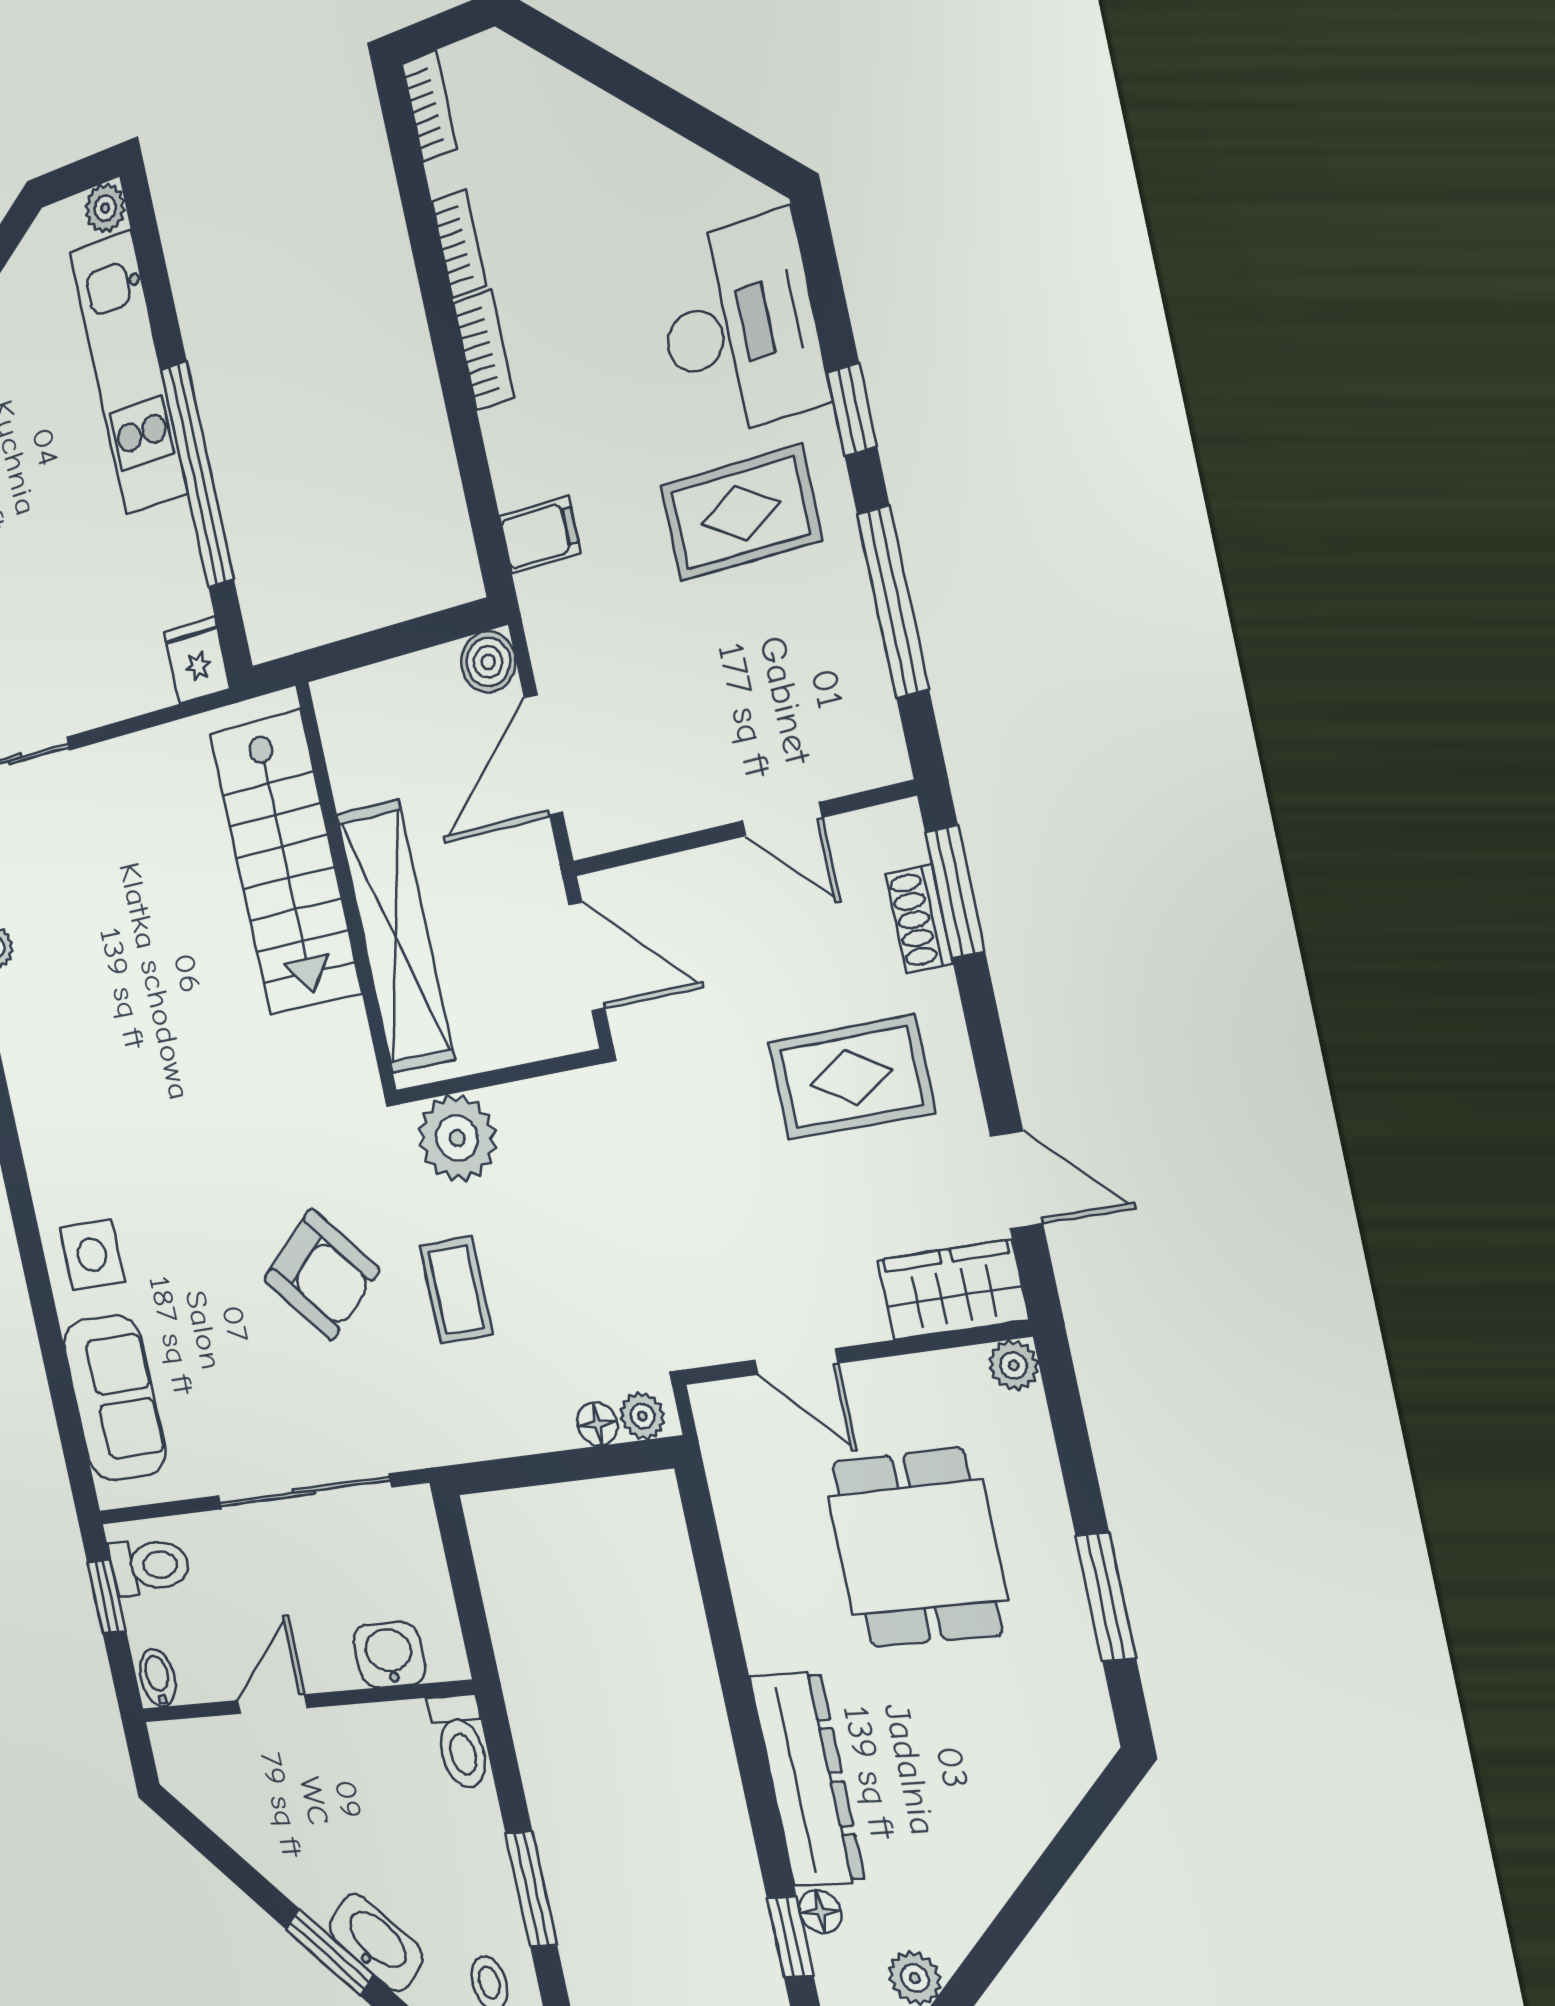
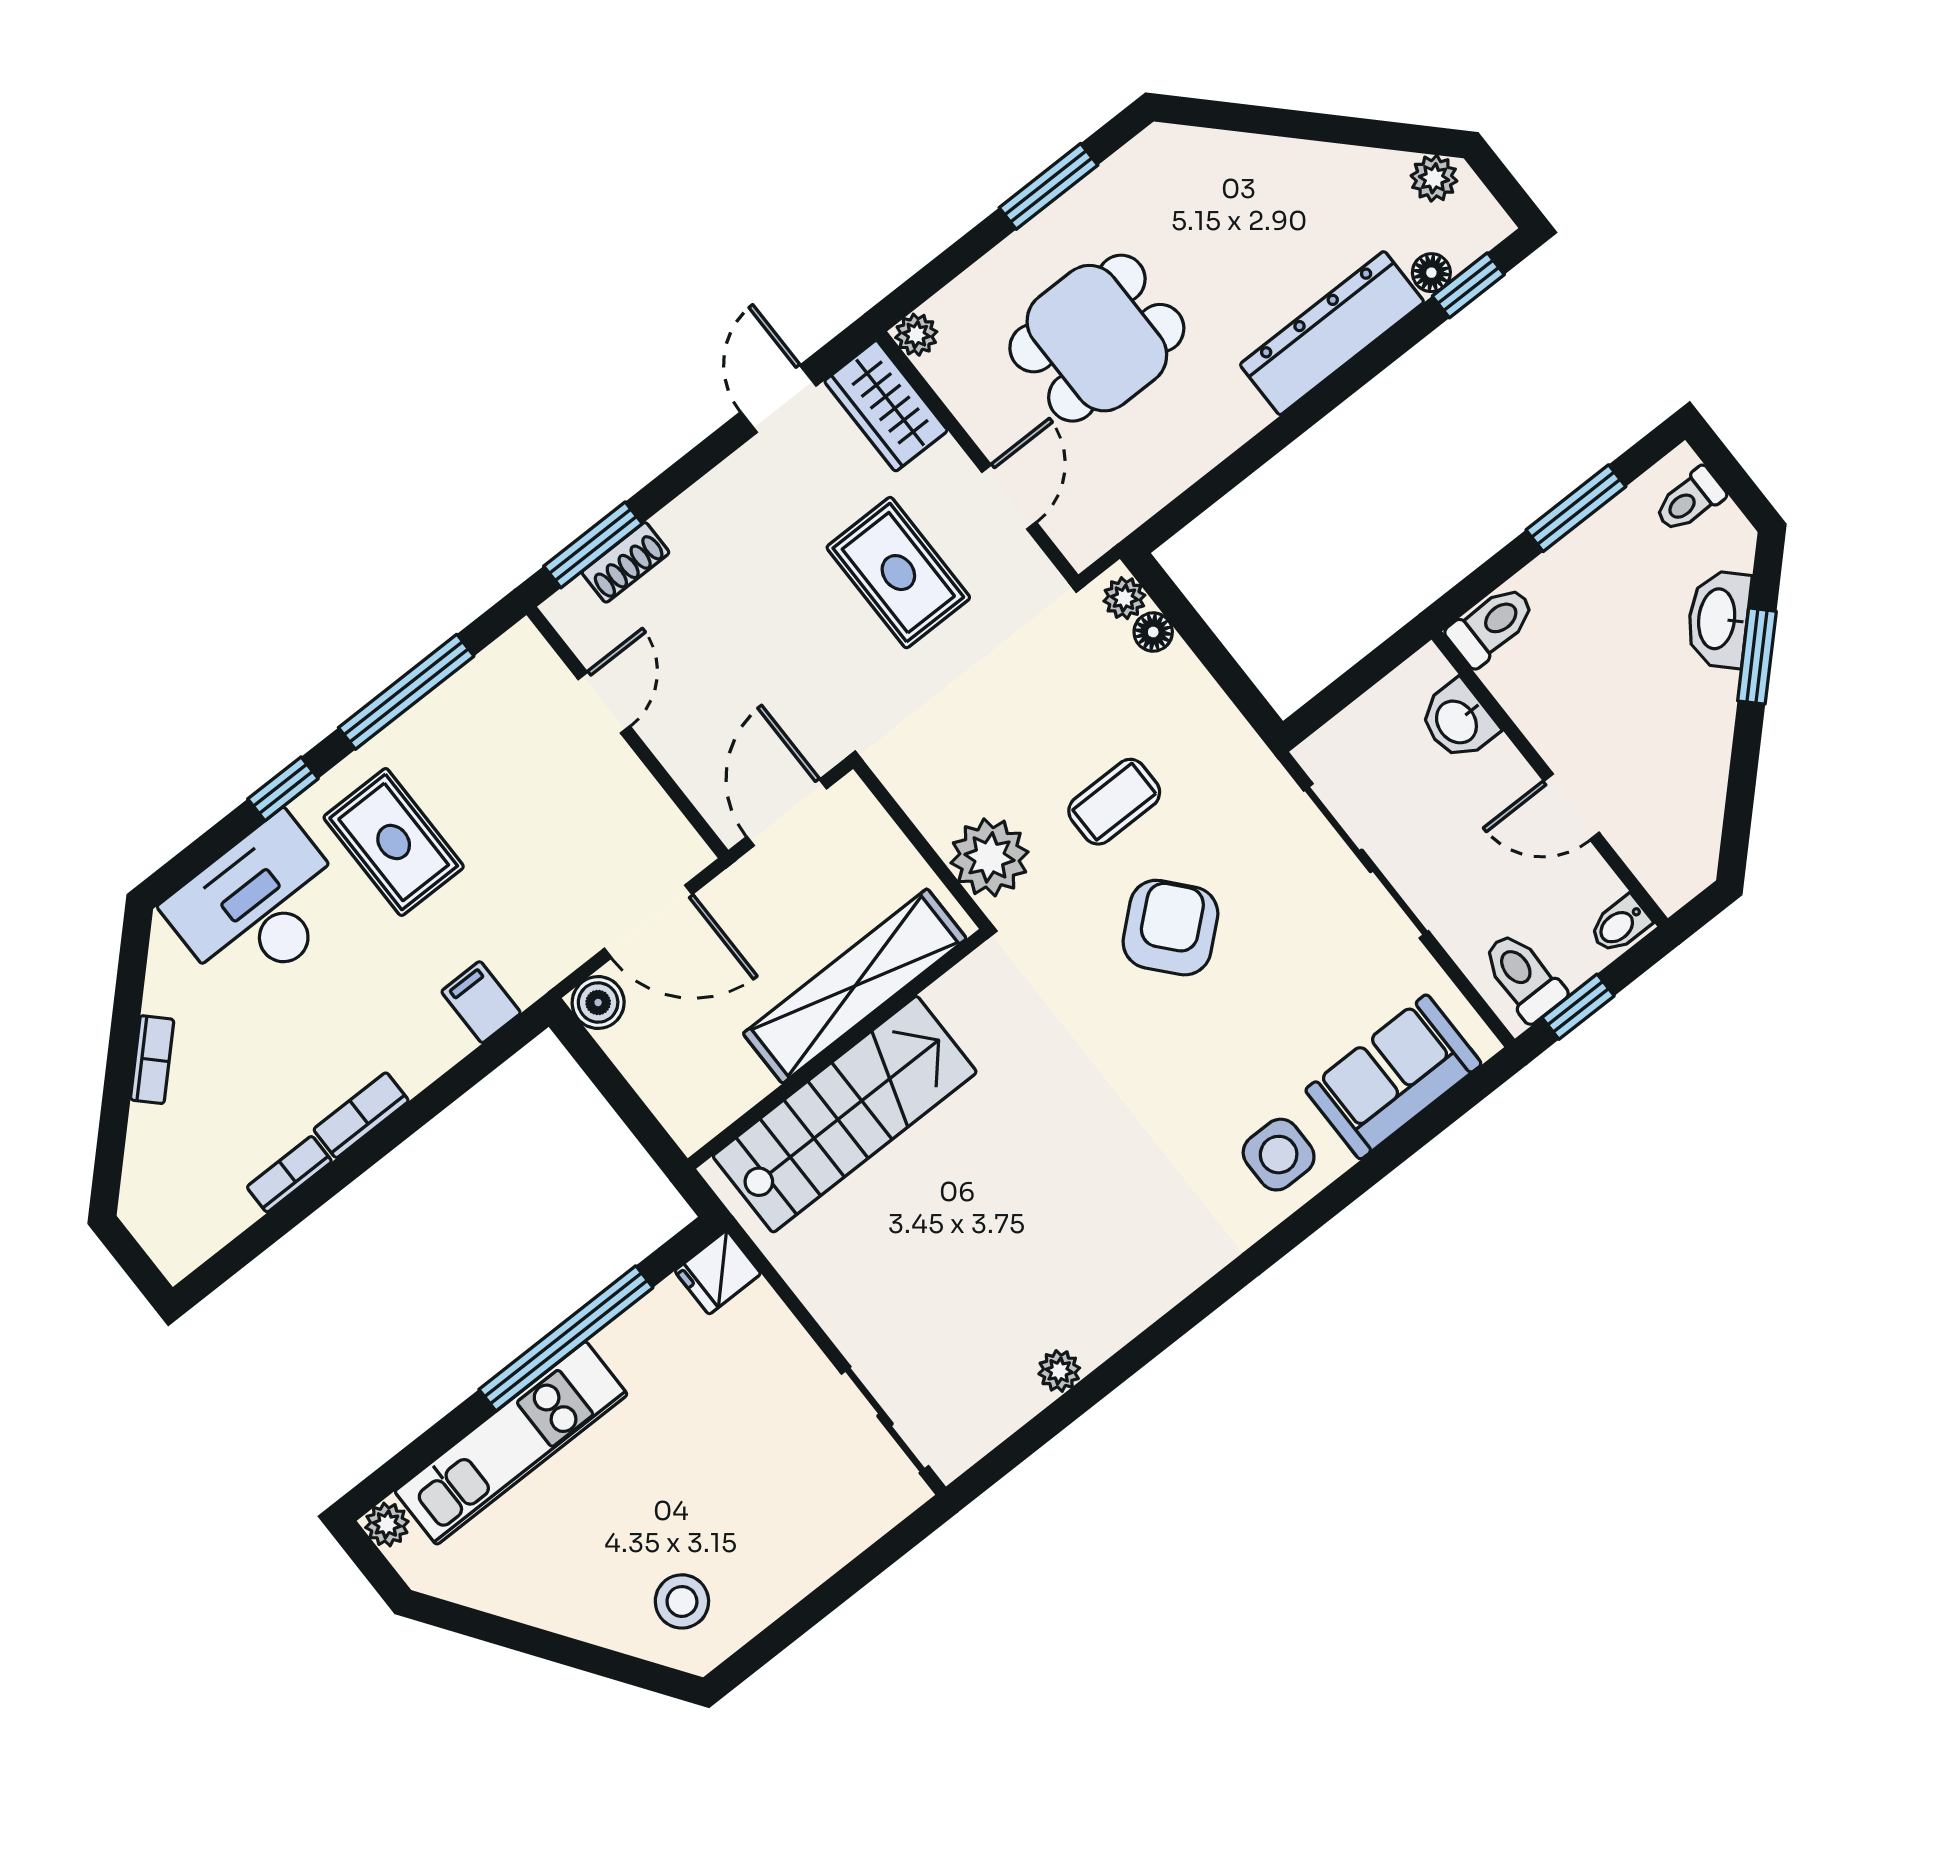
bookcase: (430, 106) -> (152, 1060), moved, turned 135
rug: (851, 1077) -> (898, 573), moved

